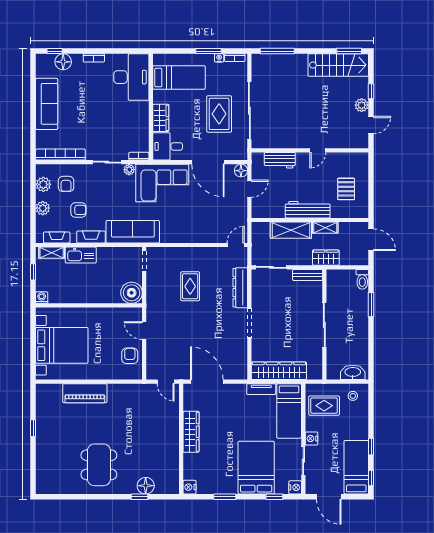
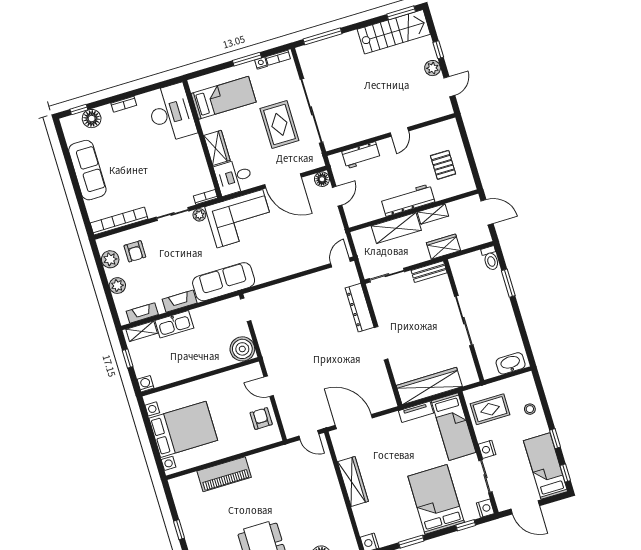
armchair: (78, 210) -> (157, 276), removed
rug: (190, 286) -> (304, 323), removed
stool: (353, 396) -> (530, 409), moved

